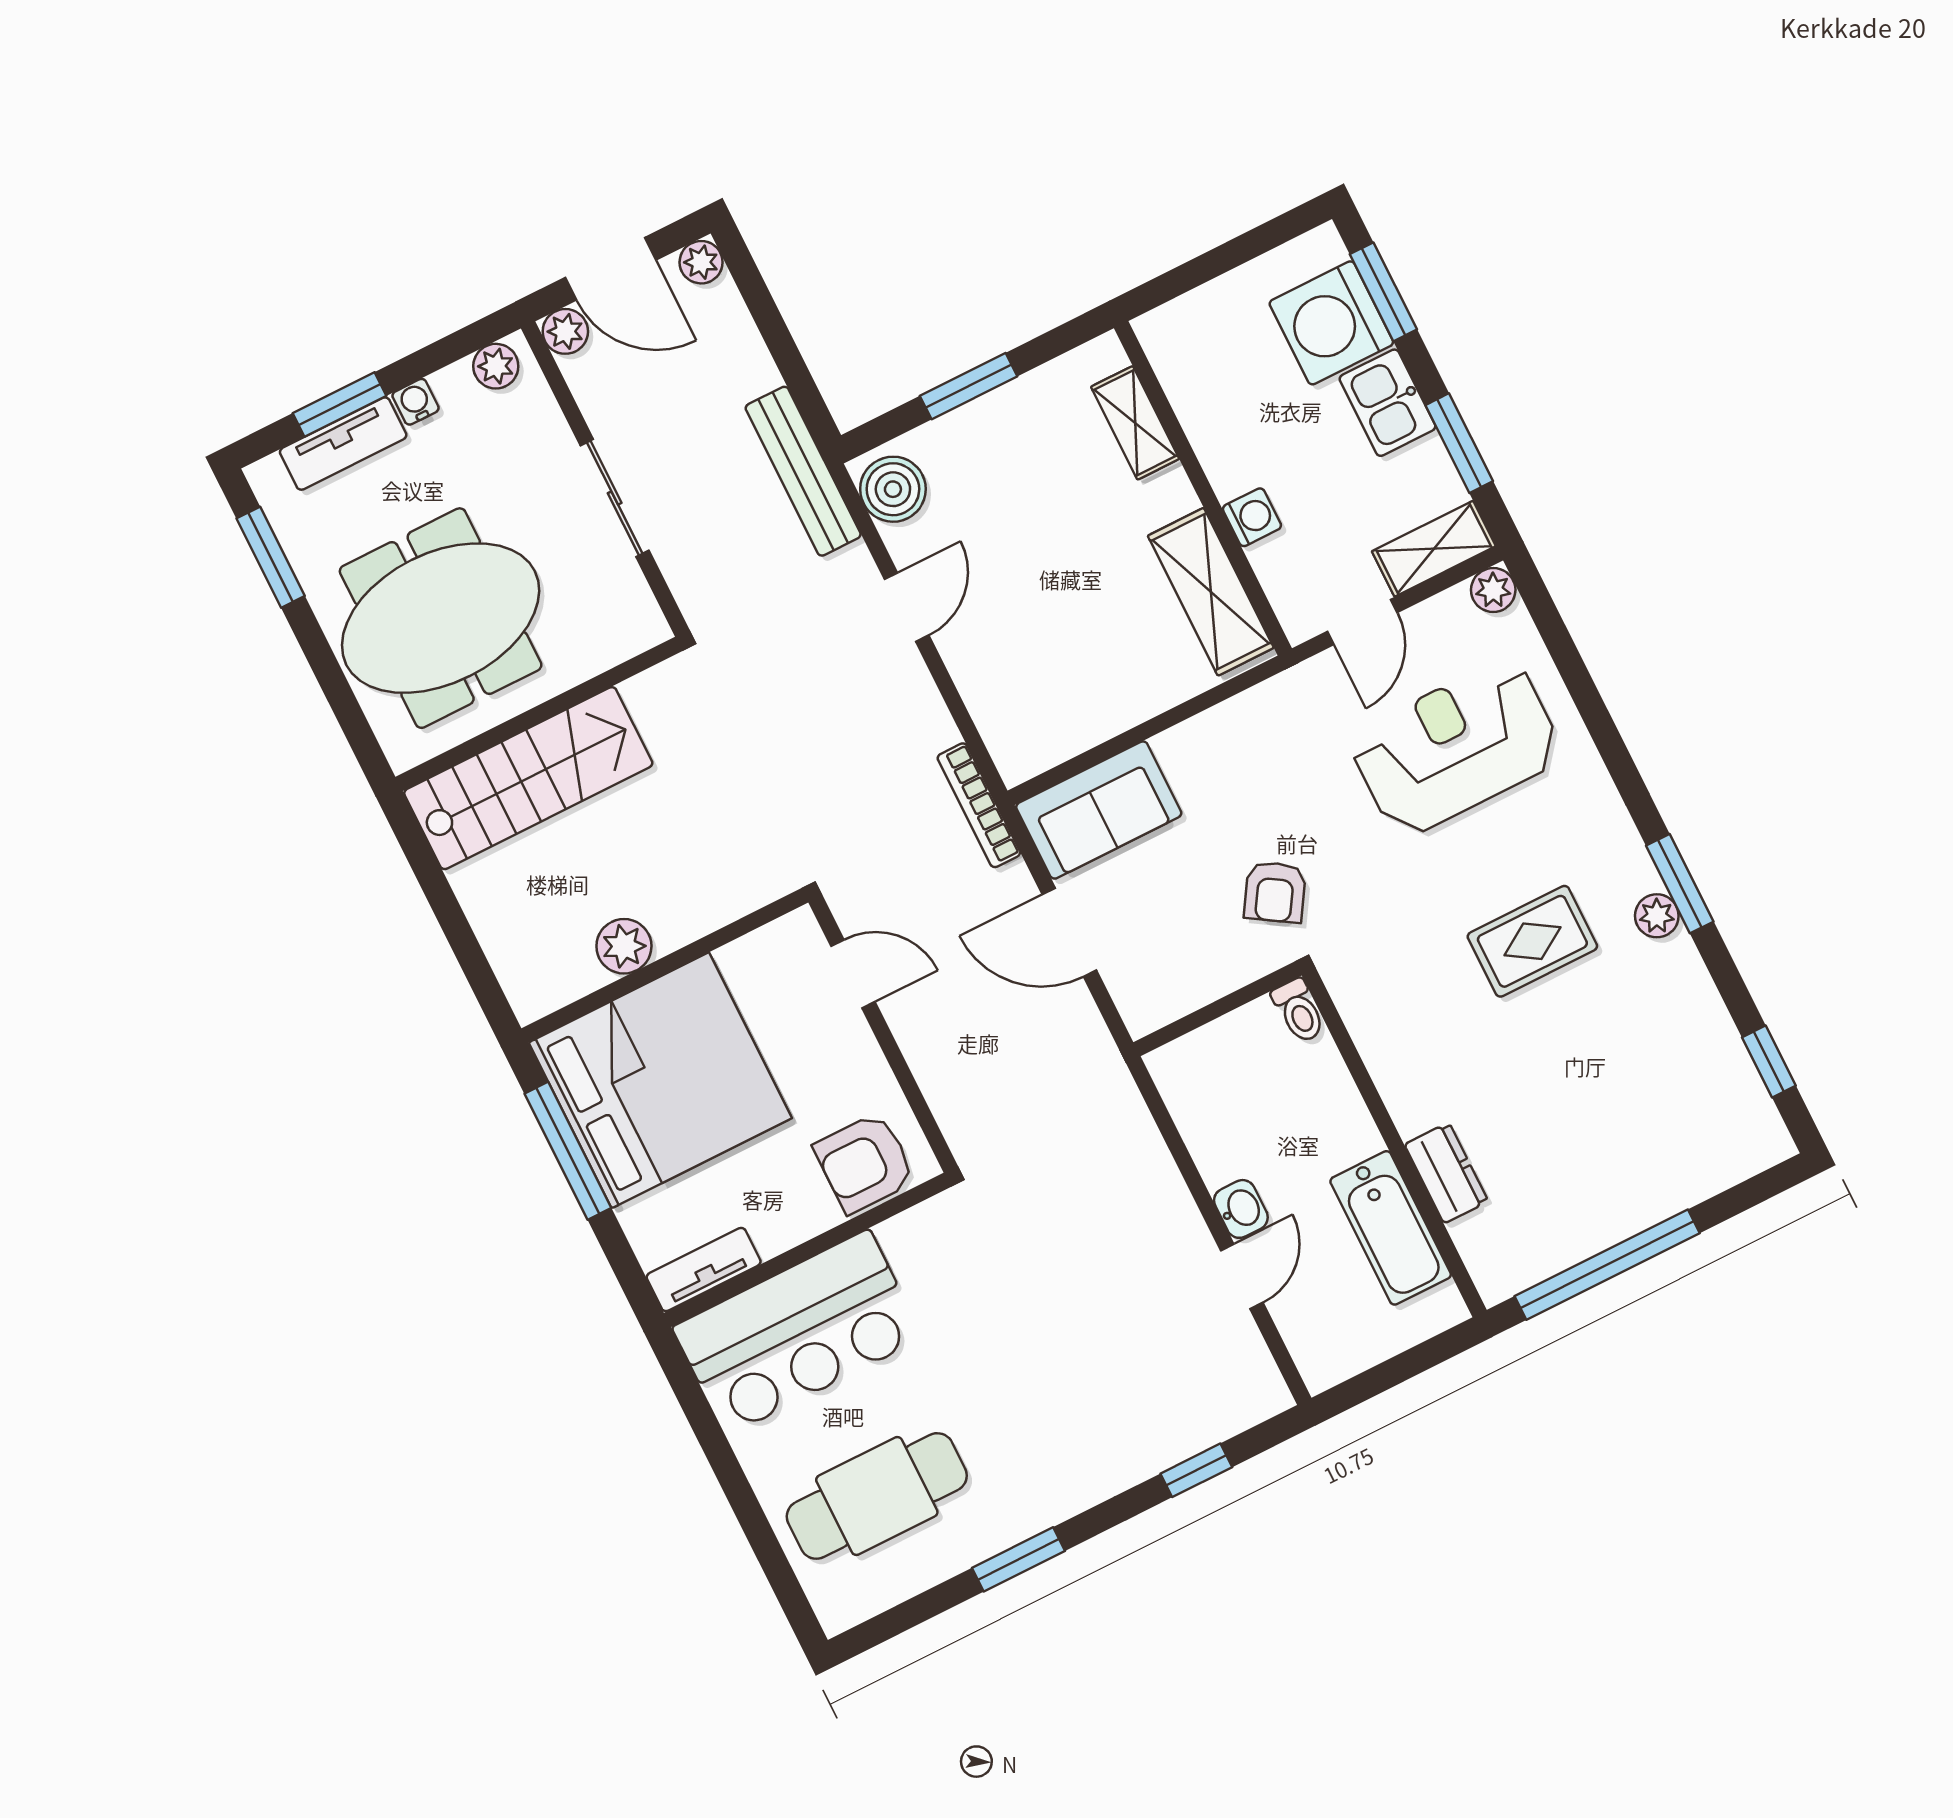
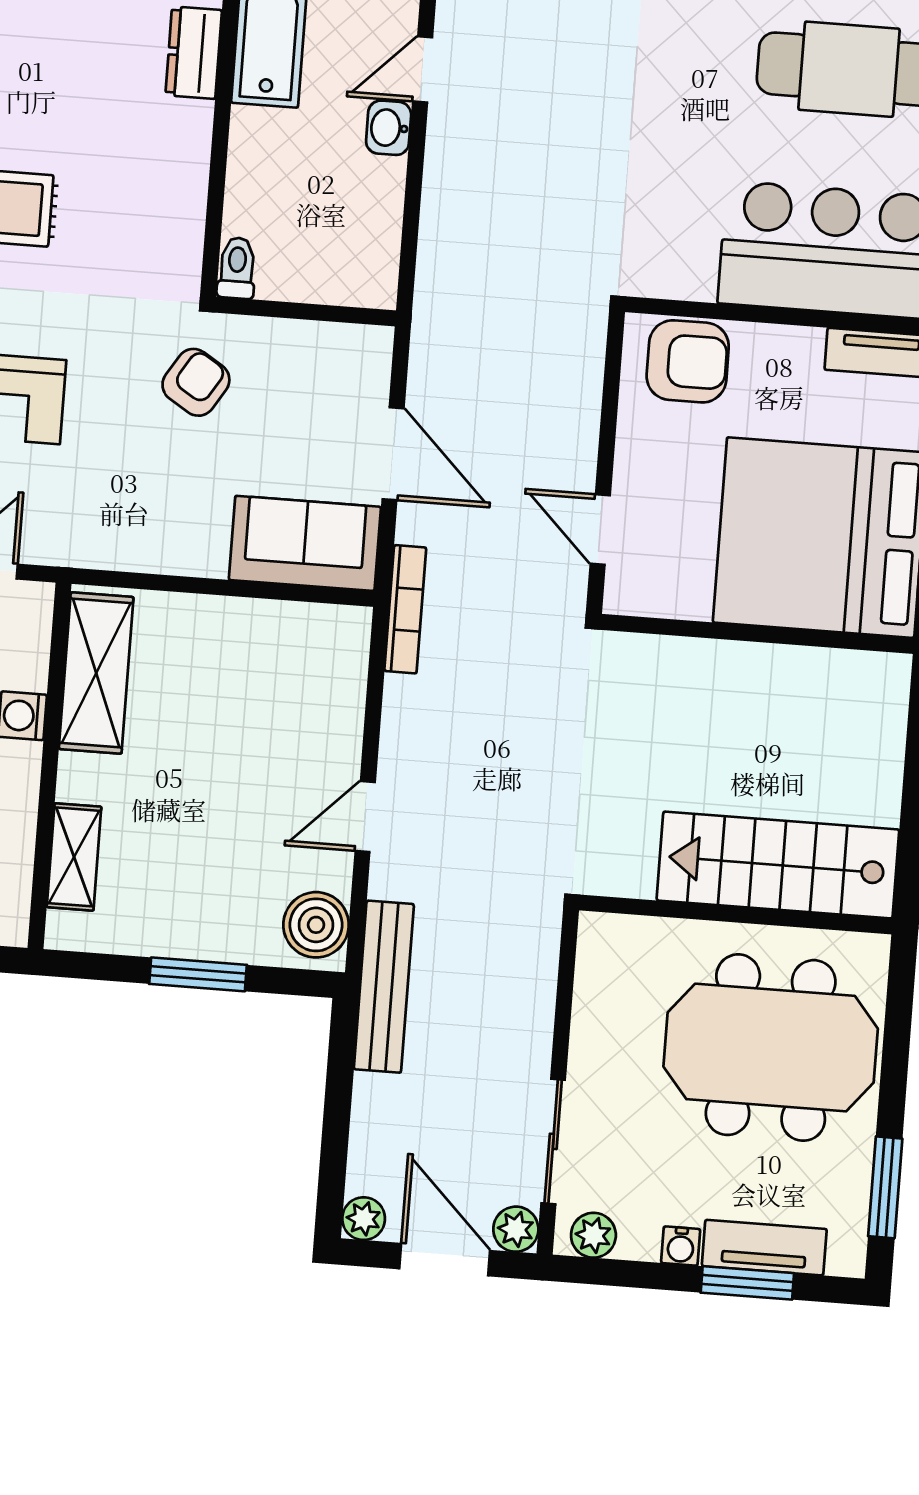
sliding door: (615, 498) -> (553, 1141), moved
plant: (624, 946) -> (783, 671), removed

